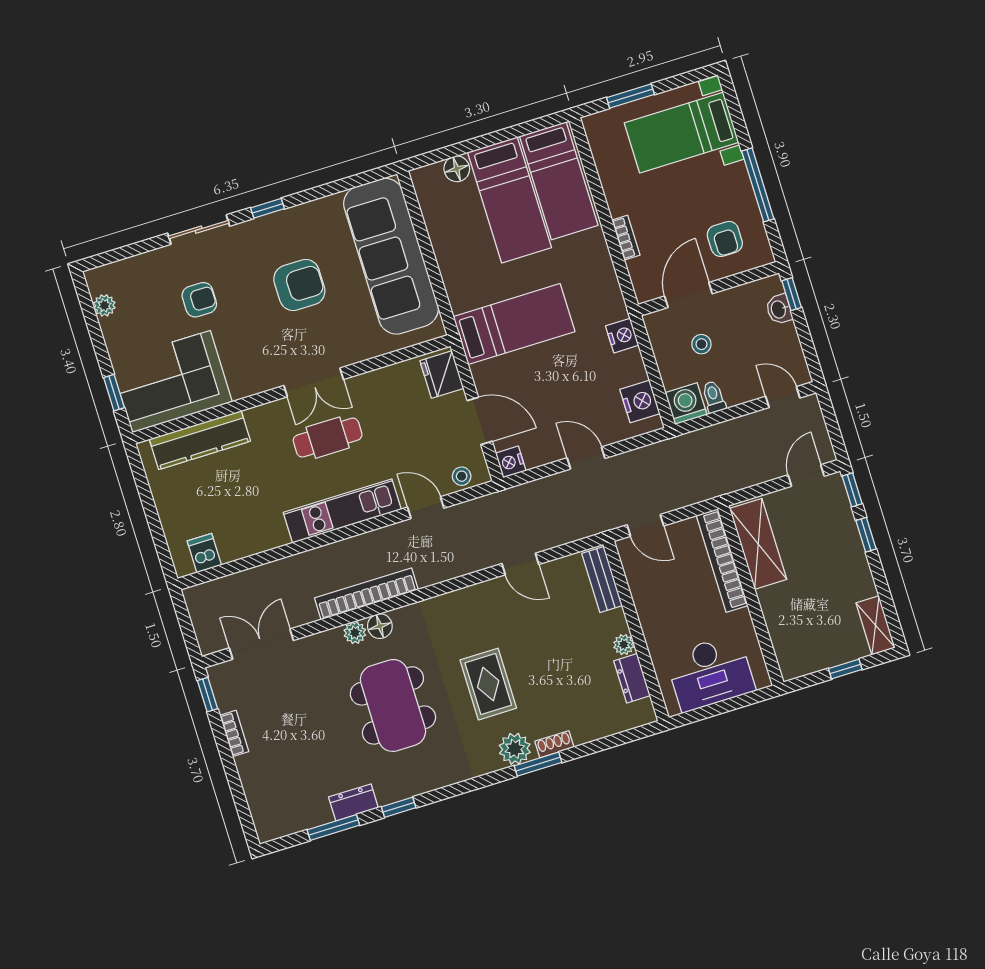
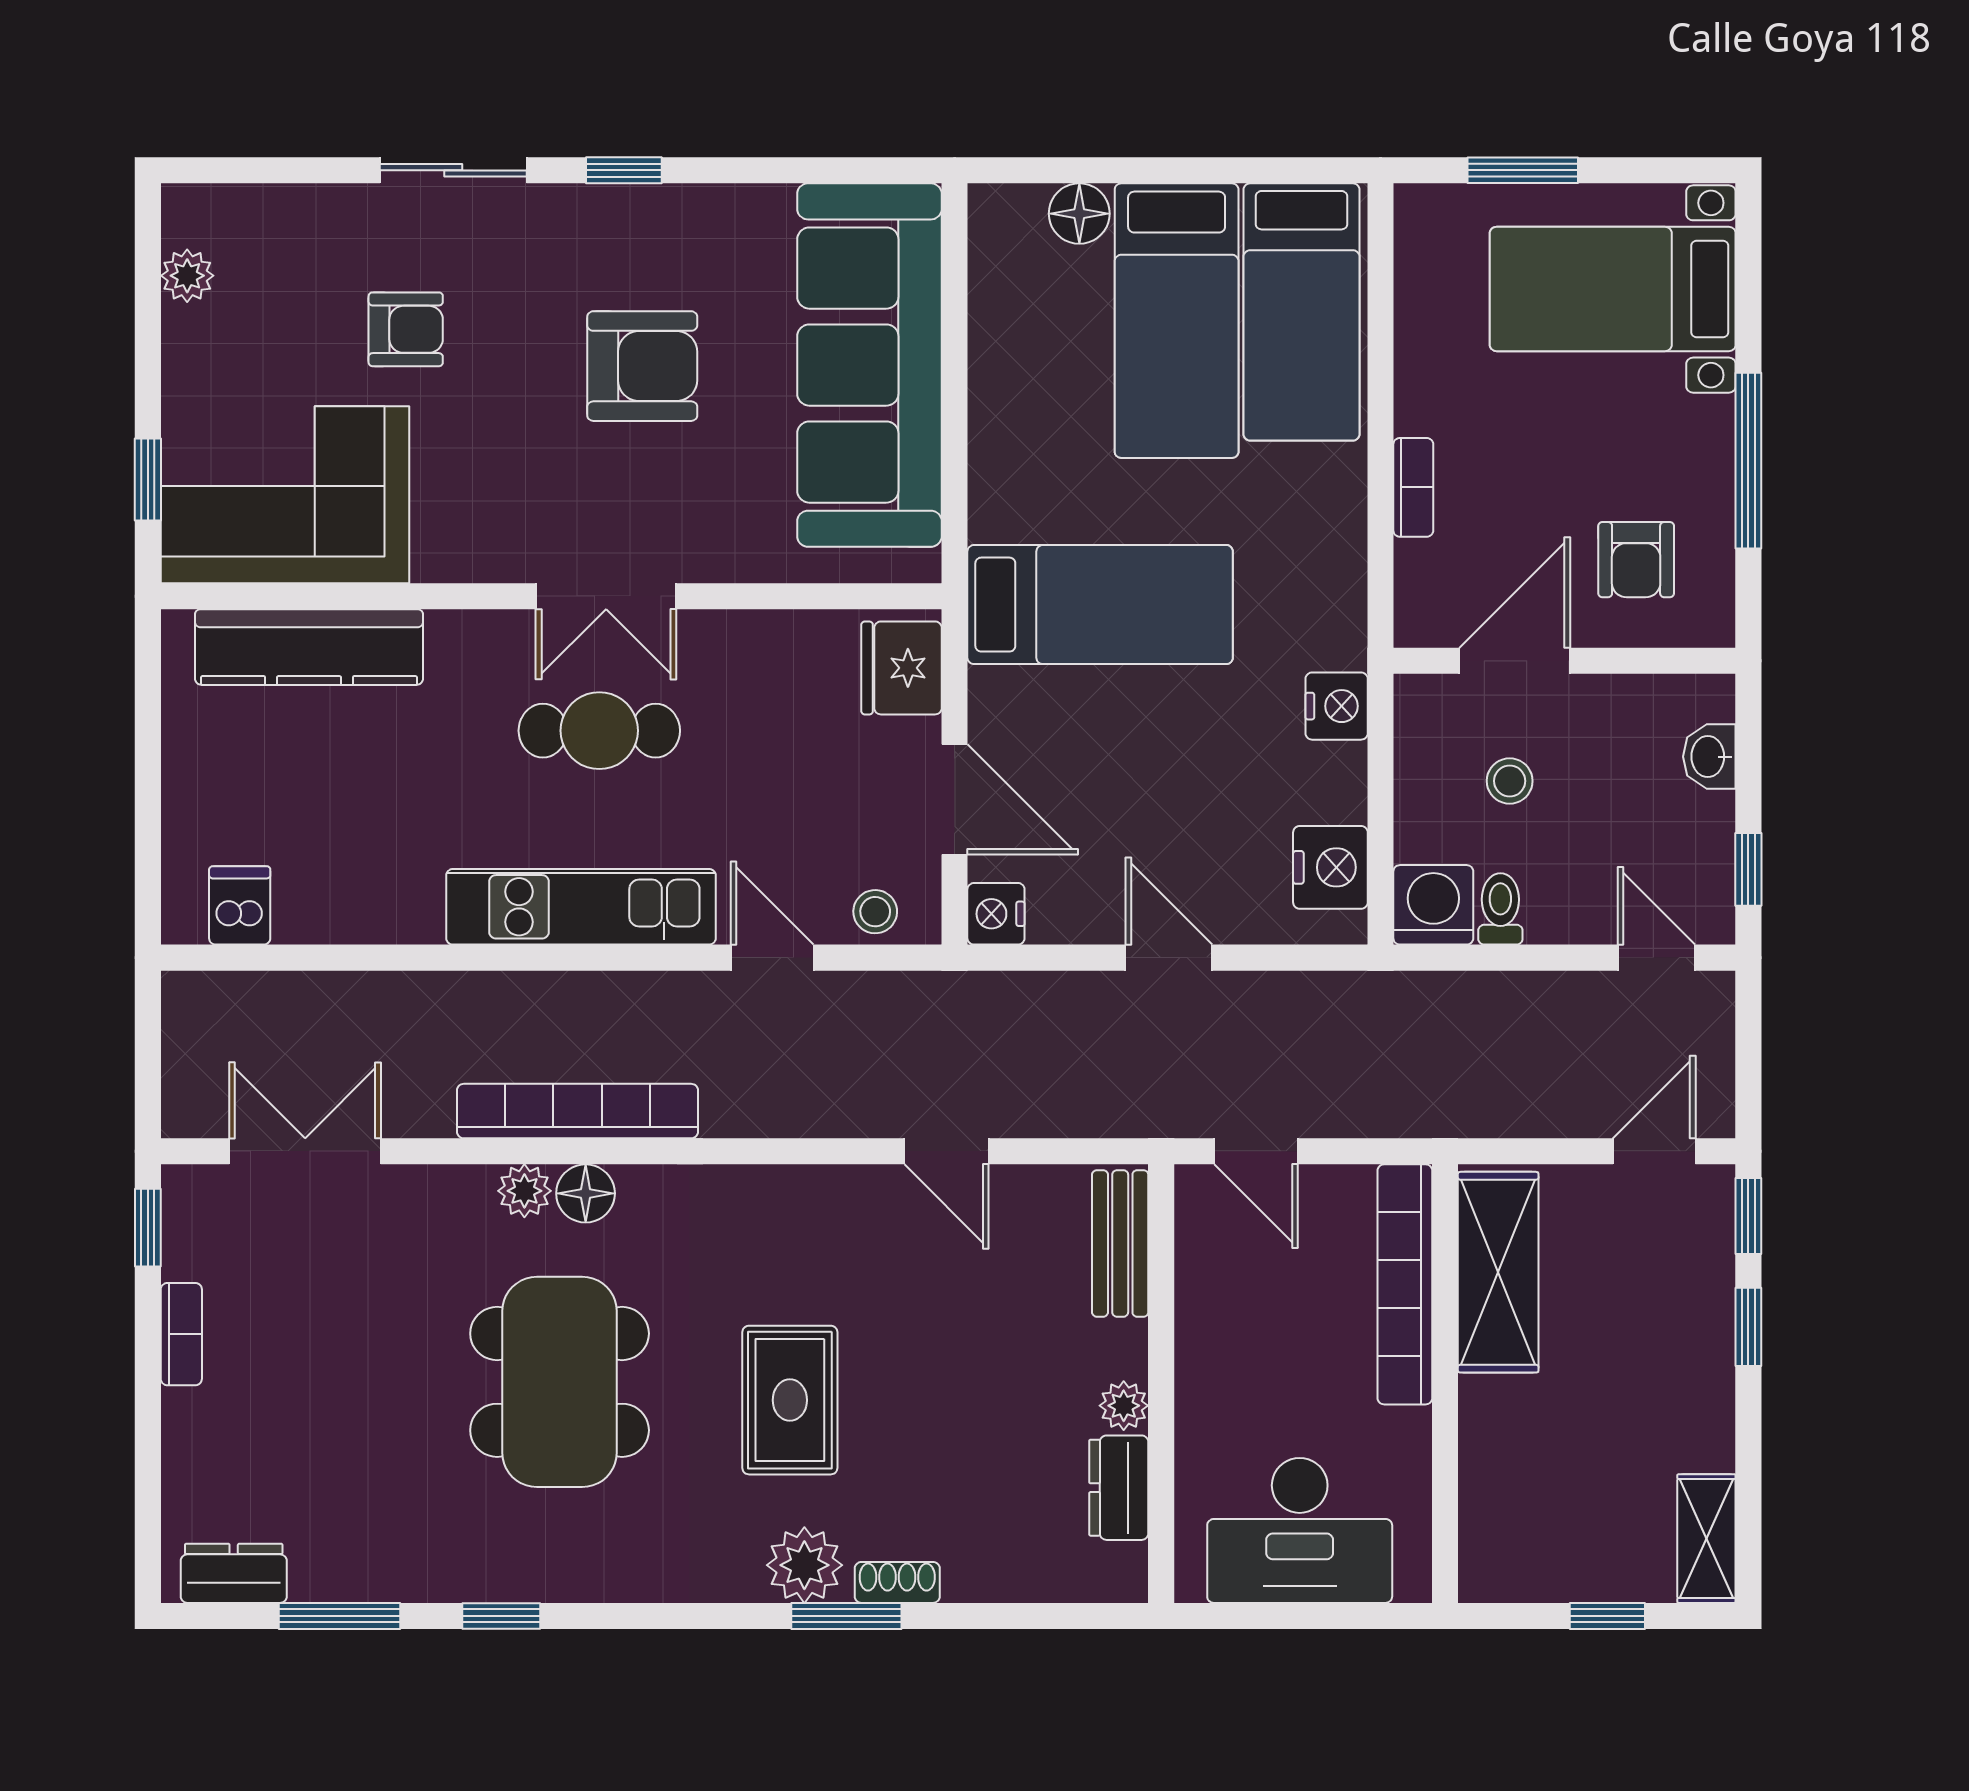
window: (792, 294) -> (1748, 869), moved
dresser: (353, 802) -> (234, 1573), moved

